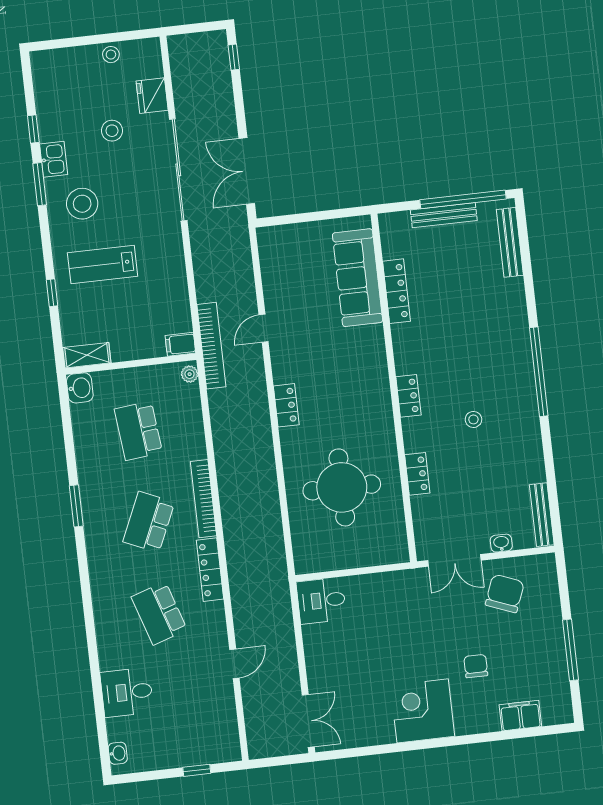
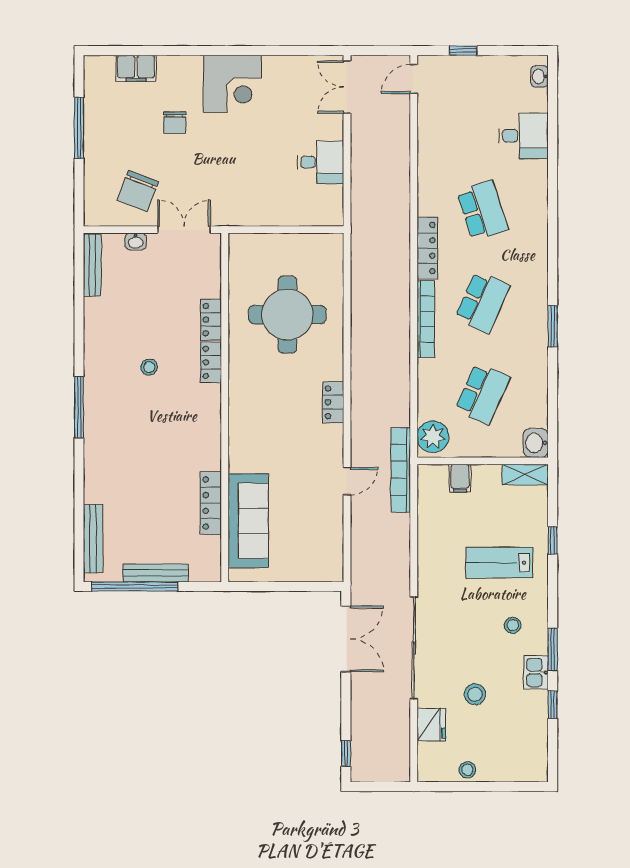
stool: (82, 204) -> (513, 625), width x0.53, depth x0.53
lab bench: (103, 265) -> (499, 563), turned 180
filing cabinet: (180, 344) -> (460, 478), moved, turned 90
window: (539, 372) -> (79, 407), width x0.68
plant: (190, 374) -> (433, 437), width x1.88, depth x1.88
locker: (408, 396) -> (211, 362), moved
school desk: (138, 431) -> (483, 394), turned 30
desk: (321, 601) -> (321, 162), moved
door: (234, 664) -> (414, 79), moved

